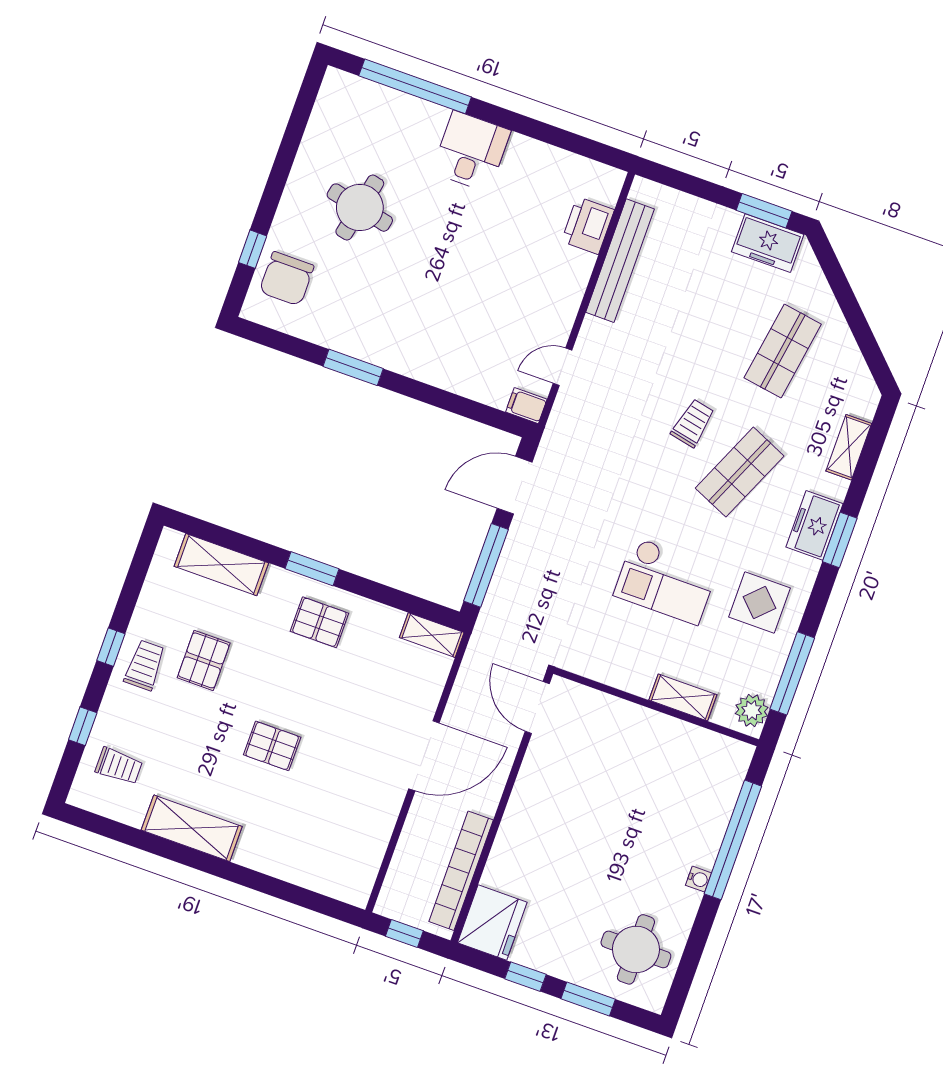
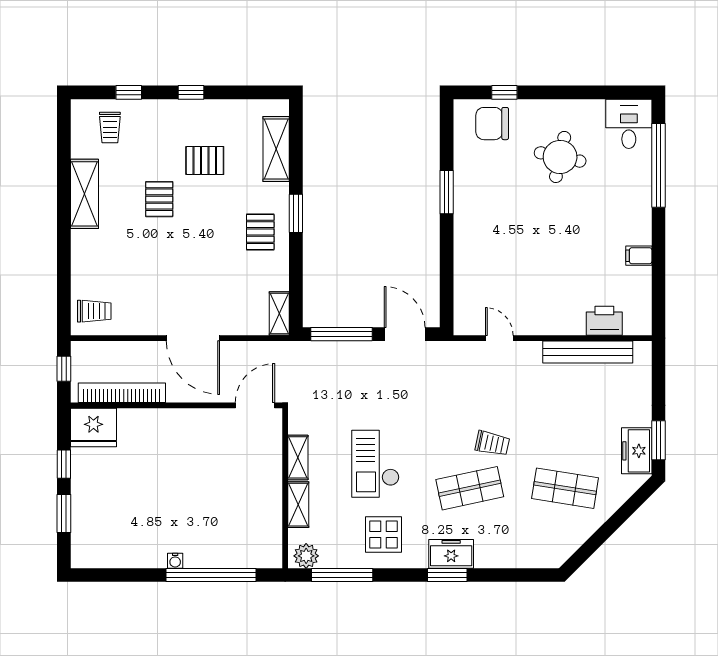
desk: (471, 151) -> (629, 124), moved, turned -90
filing cabinet: (526, 406) -> (639, 256), moved, turned -90
shelving: (849, 447) -> (298, 457), moved, turned 90
shop shelf: (740, 472) -> (470, 488), turned -36
trolley: (145, 665) -> (94, 311), moved
pallet: (272, 746) -> (159, 199), moved
round table: (636, 949) -> (110, 535), removed

